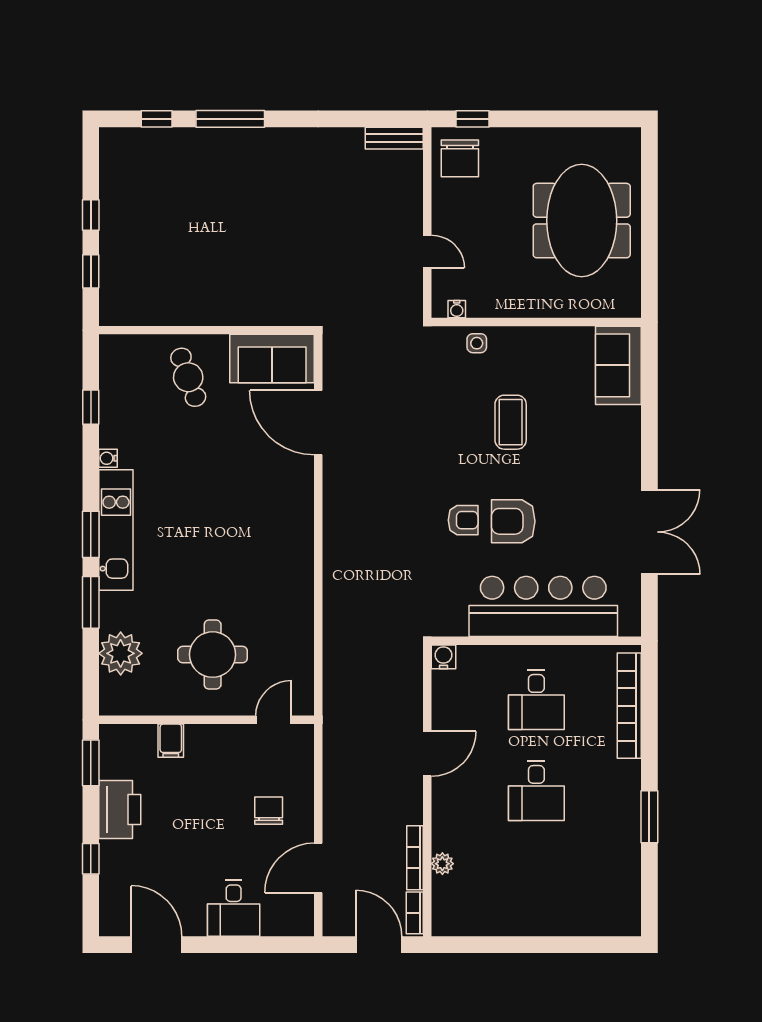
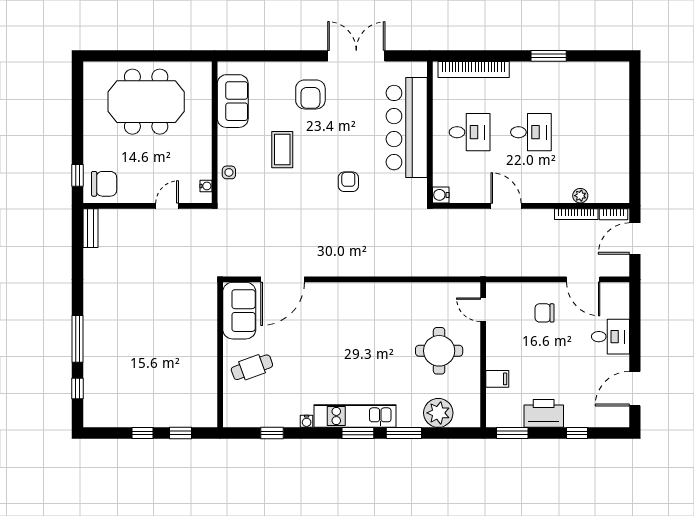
sofa: (618, 365) -> (233, 101), moved, turned -90
coffee table: (511, 422) -> (282, 150), turned 90
armchair: (513, 521) -> (310, 94), moved

